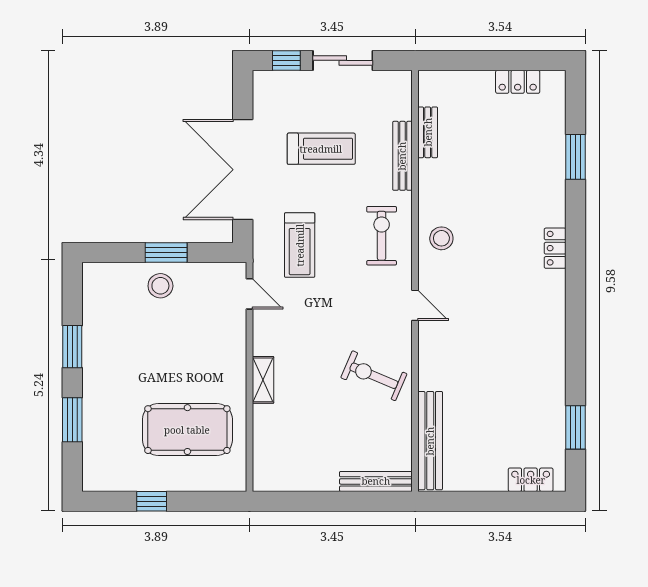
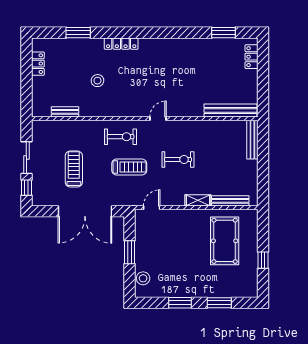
bench: (402, 156) -> (230, 201), moved
exercise bike: (382, 236) -> (121, 137), turned 180
stool: (441, 238) -> (97, 81), moved
treadmill: (300, 245) -> (129, 167), moved
locker: (555, 248) -> (121, 44), width x1.53
stool: (160, 286) -> (143, 278), moved
exercise bike: (374, 376) -> (178, 160), moved, turned -113

